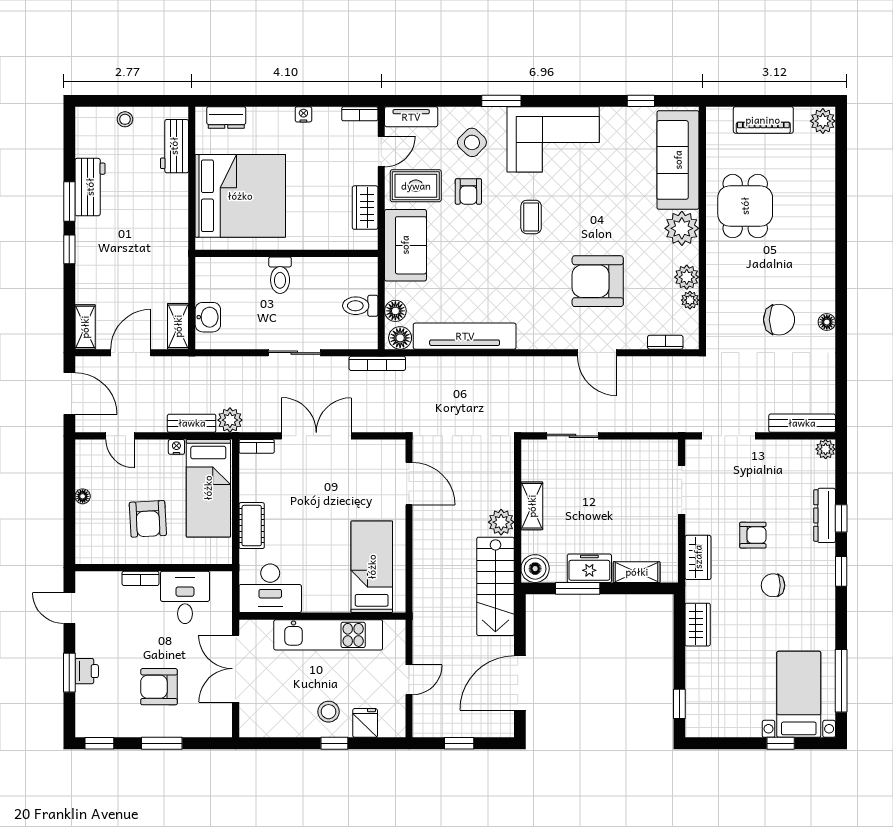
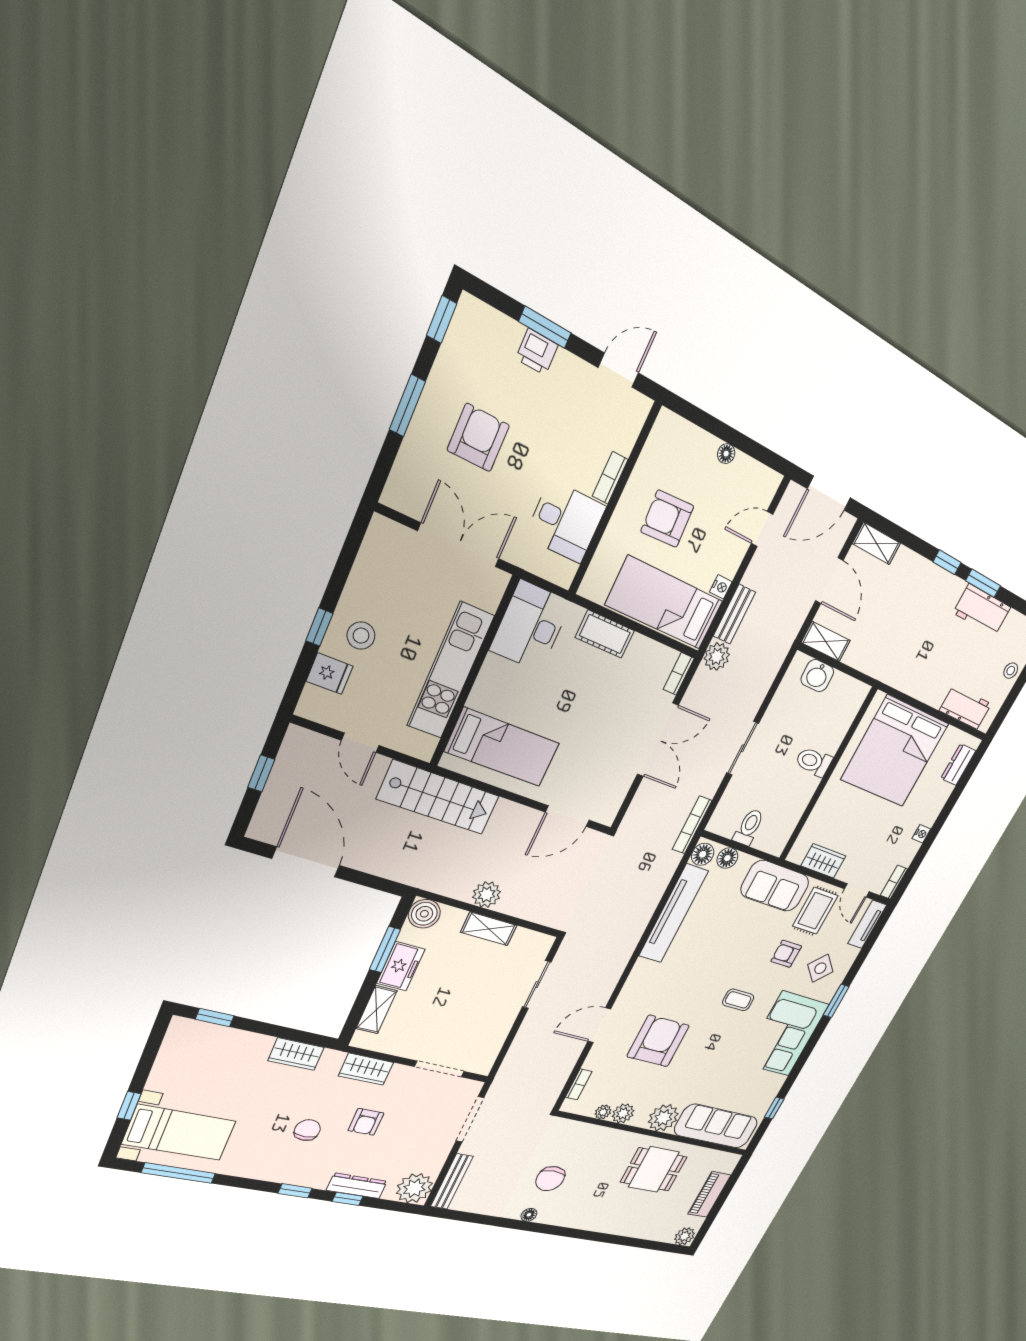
plant: (826, 449) -> (414, 1188), width x1.88, depth x1.88
stairs: (495, 586) -> (438, 798), moved, turned 180

